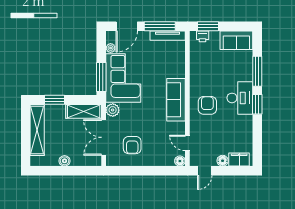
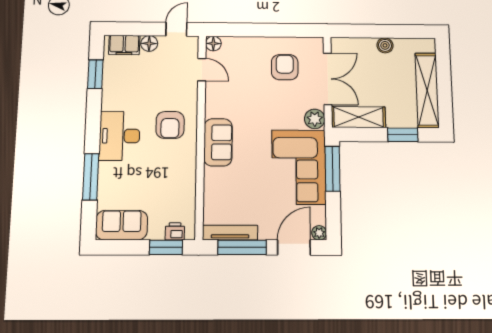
plant: (111, 48) -> (319, 233), moved
sofa: (176, 100) -> (218, 142), width x0.73
window: (257, 104) -> (95, 74), moved

